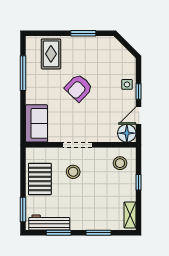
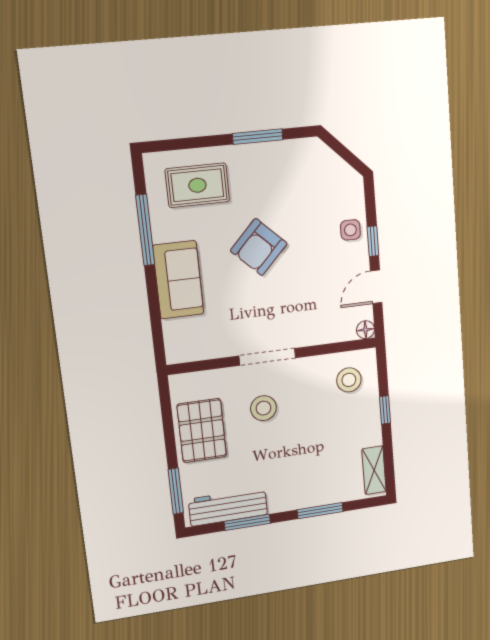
rug: (51, 54) -> (197, 185), turned 90
sofa: (36, 123) -> (178, 280), moved
floor lamp: (127, 133) -> (366, 330), width x0.53, depth x0.53

